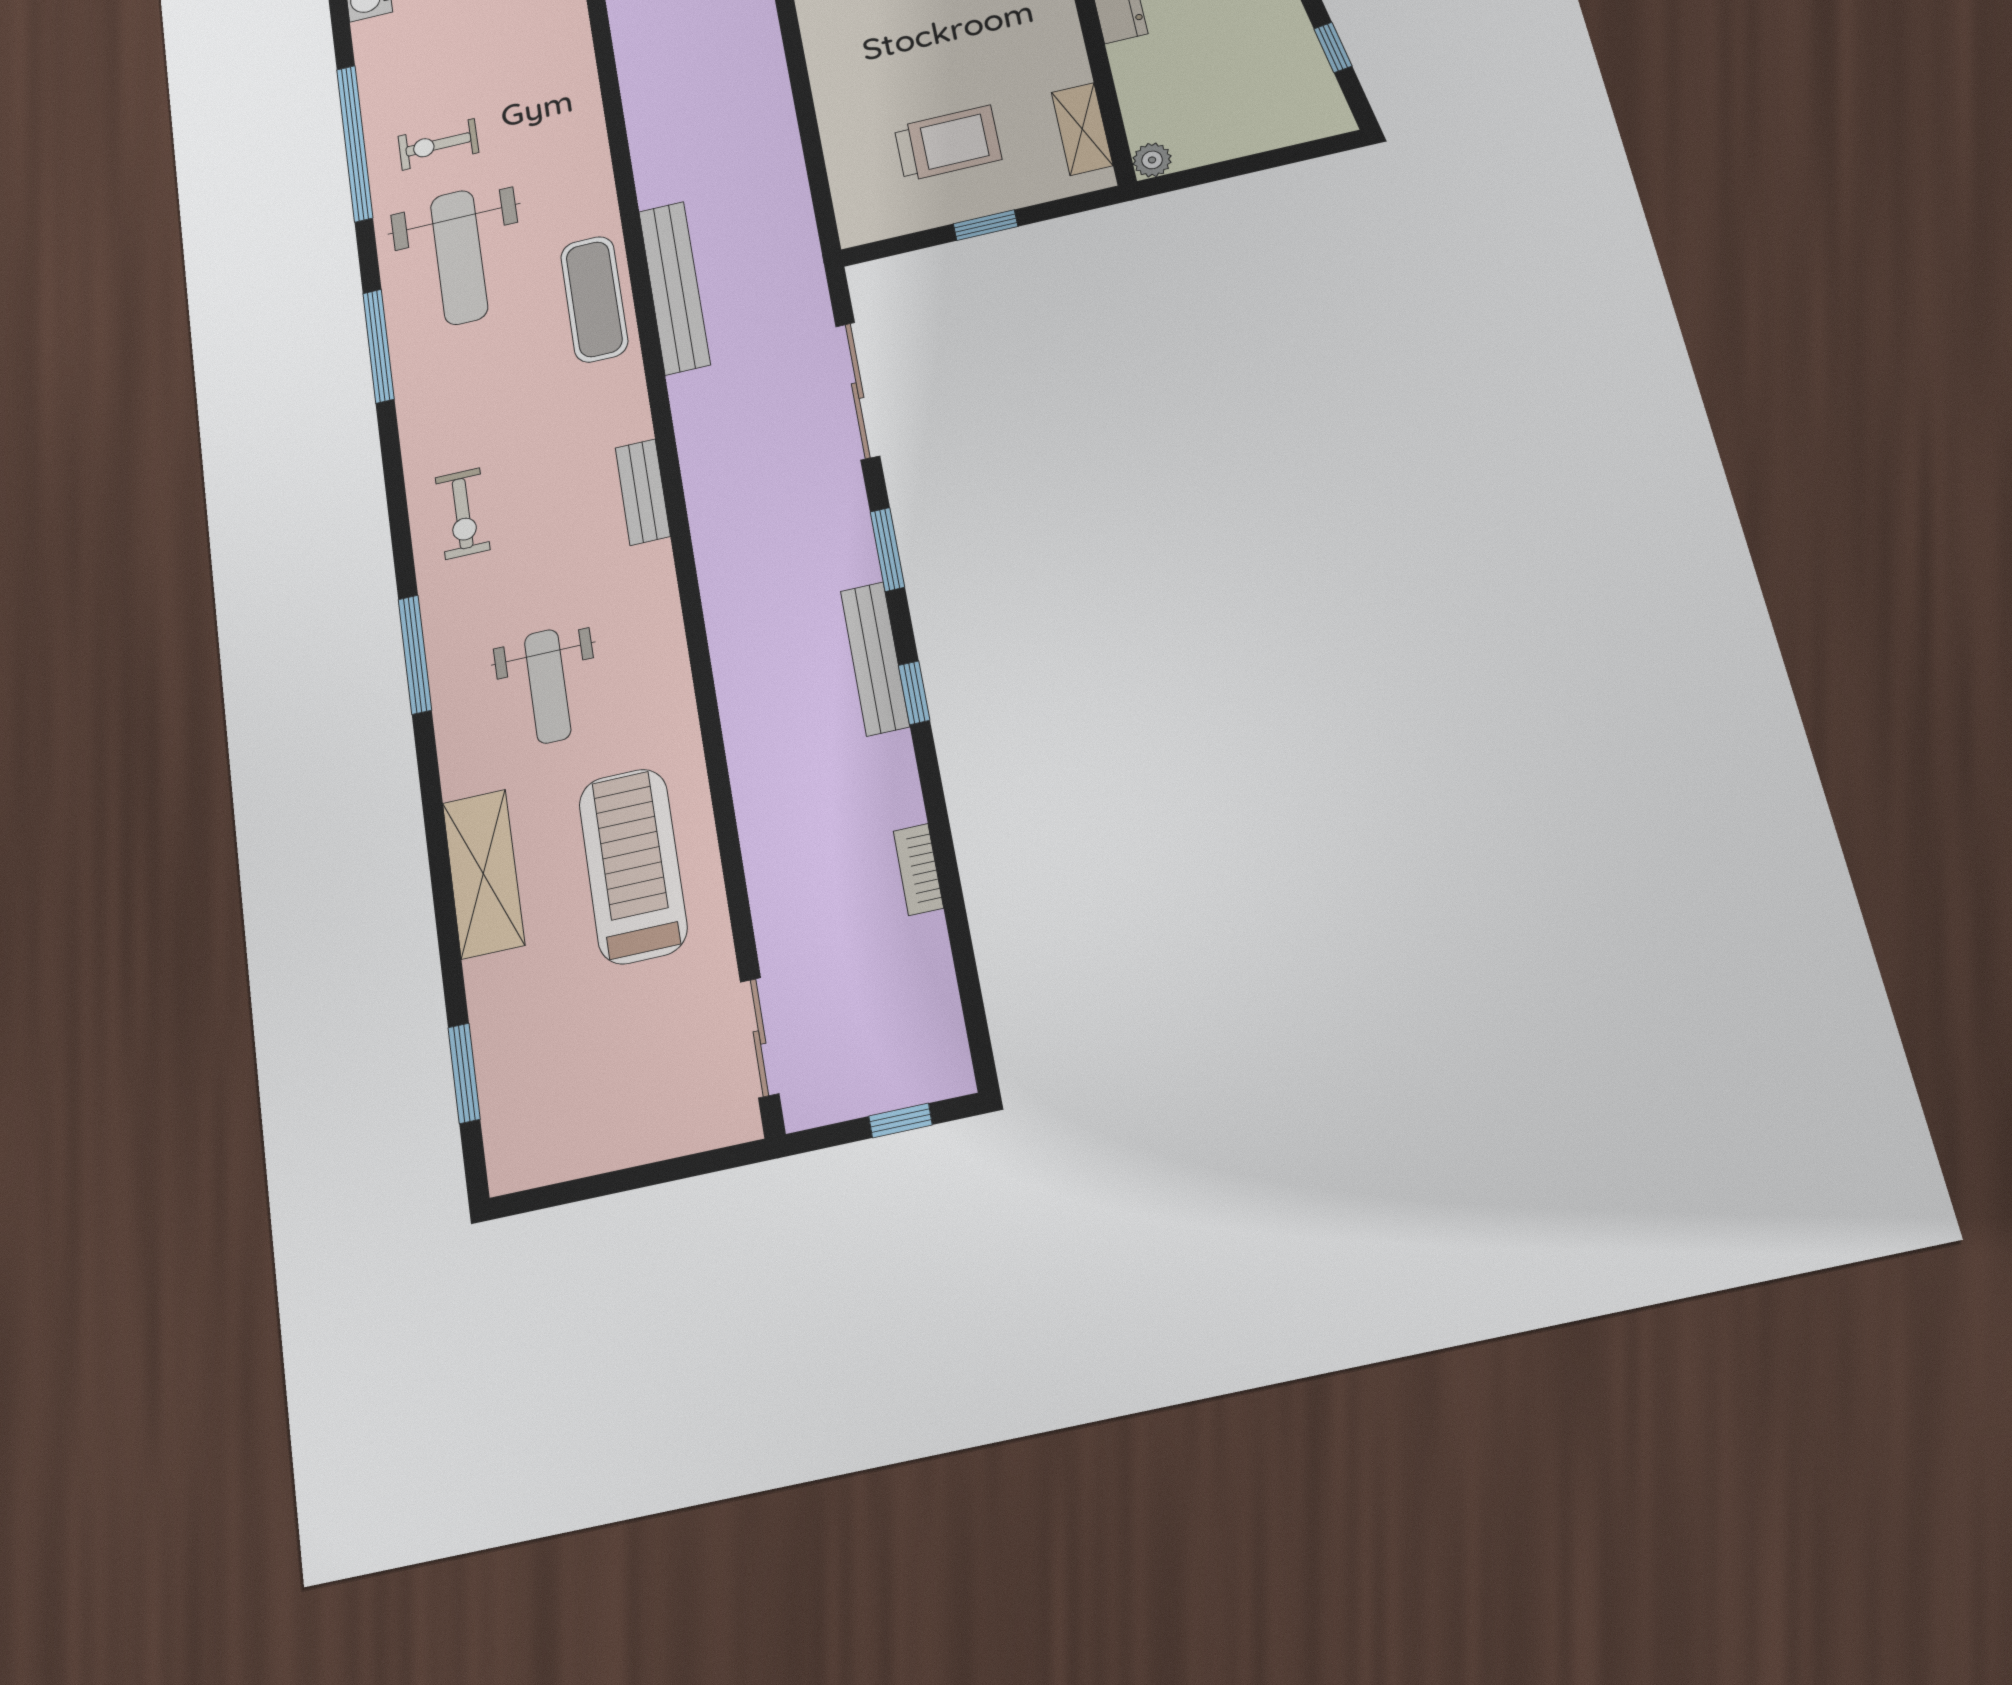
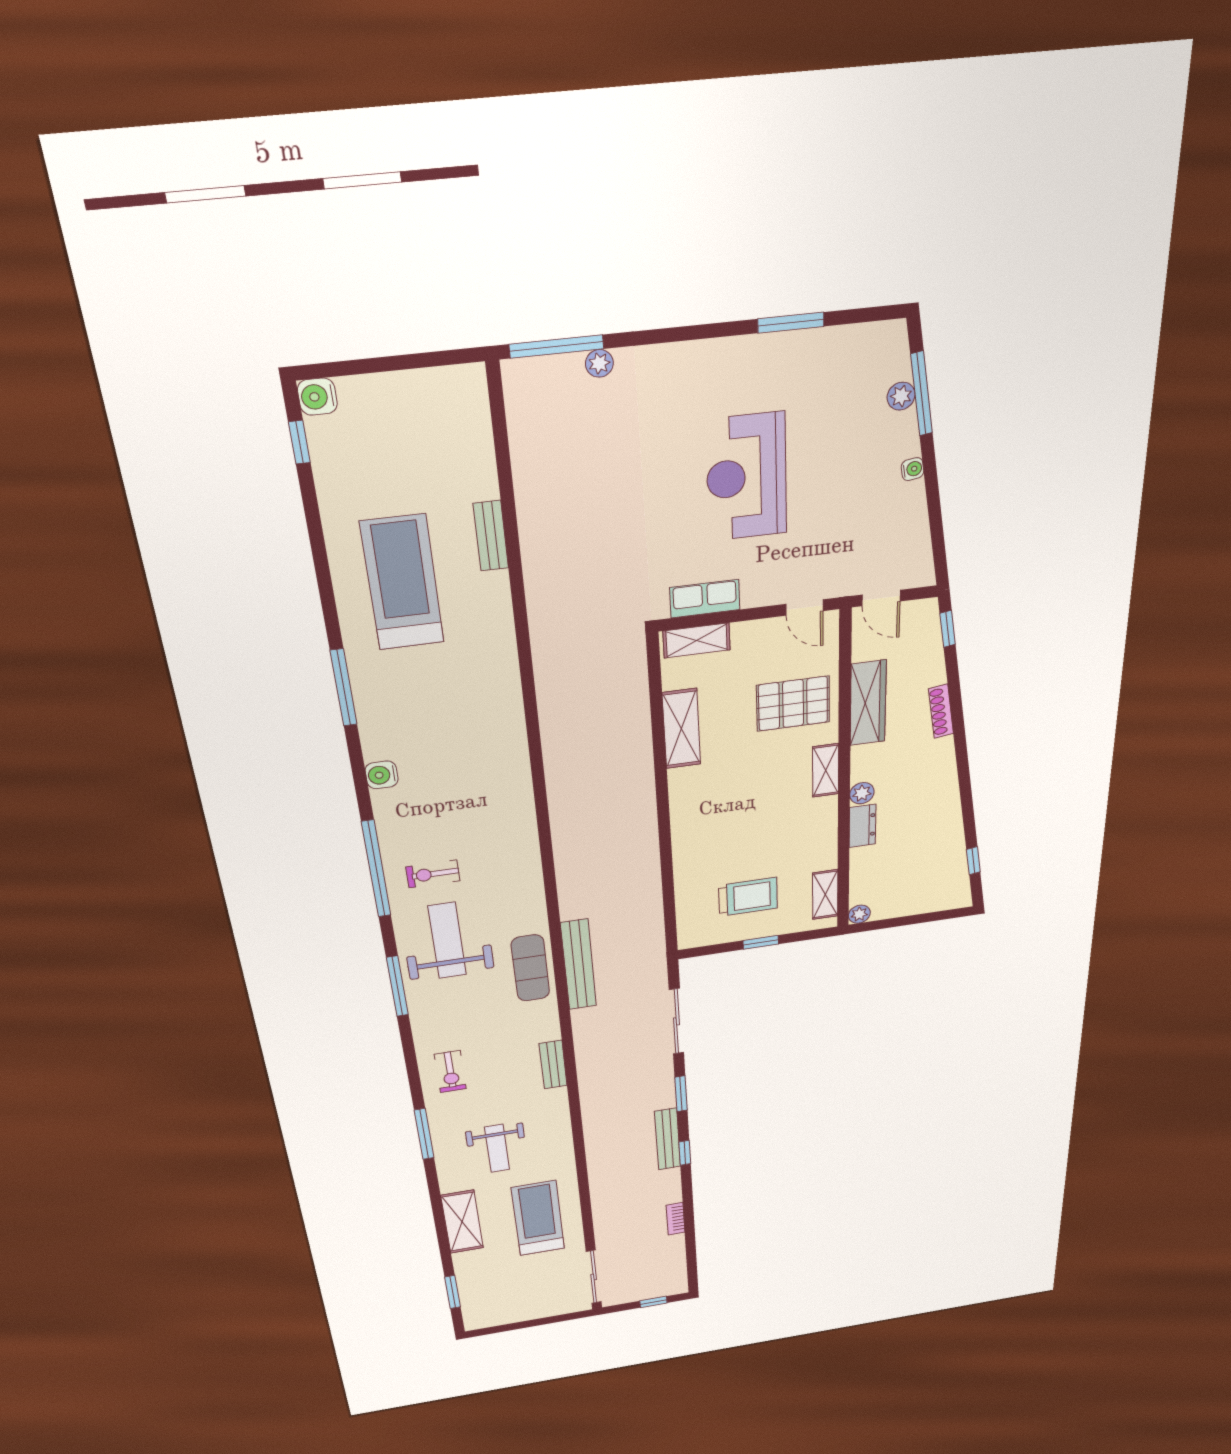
weight bench: (459, 257) -> (447, 941), turned 180
sliding door: (760, 1038) -> (594, 1277), width x1.37

